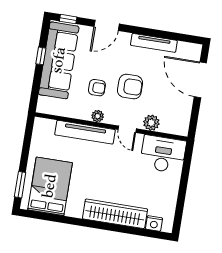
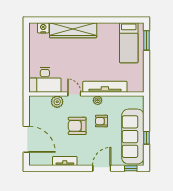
tv unit: (154, 43) -> (65, 161), width x0.71
bed: (50, 186) -> (129, 43), width x0.67

